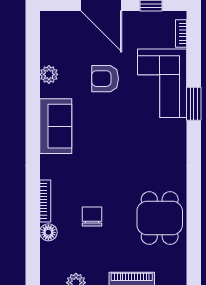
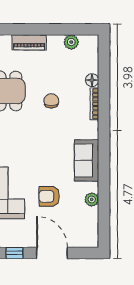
armchair: (105, 79) -> (49, 196), turned 180
chair: (92, 216) -> (51, 101), moved, turned 180

